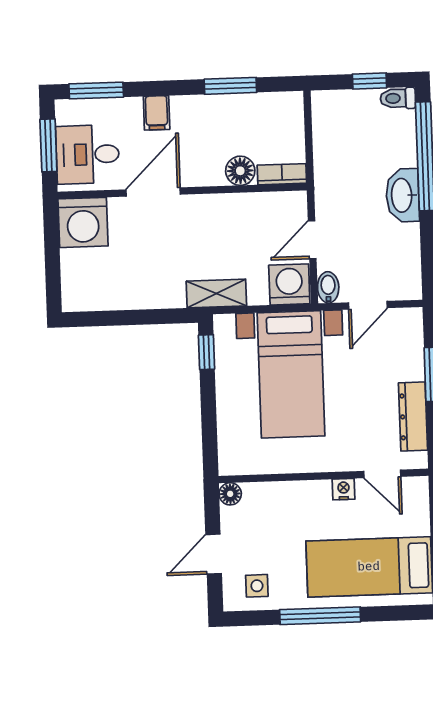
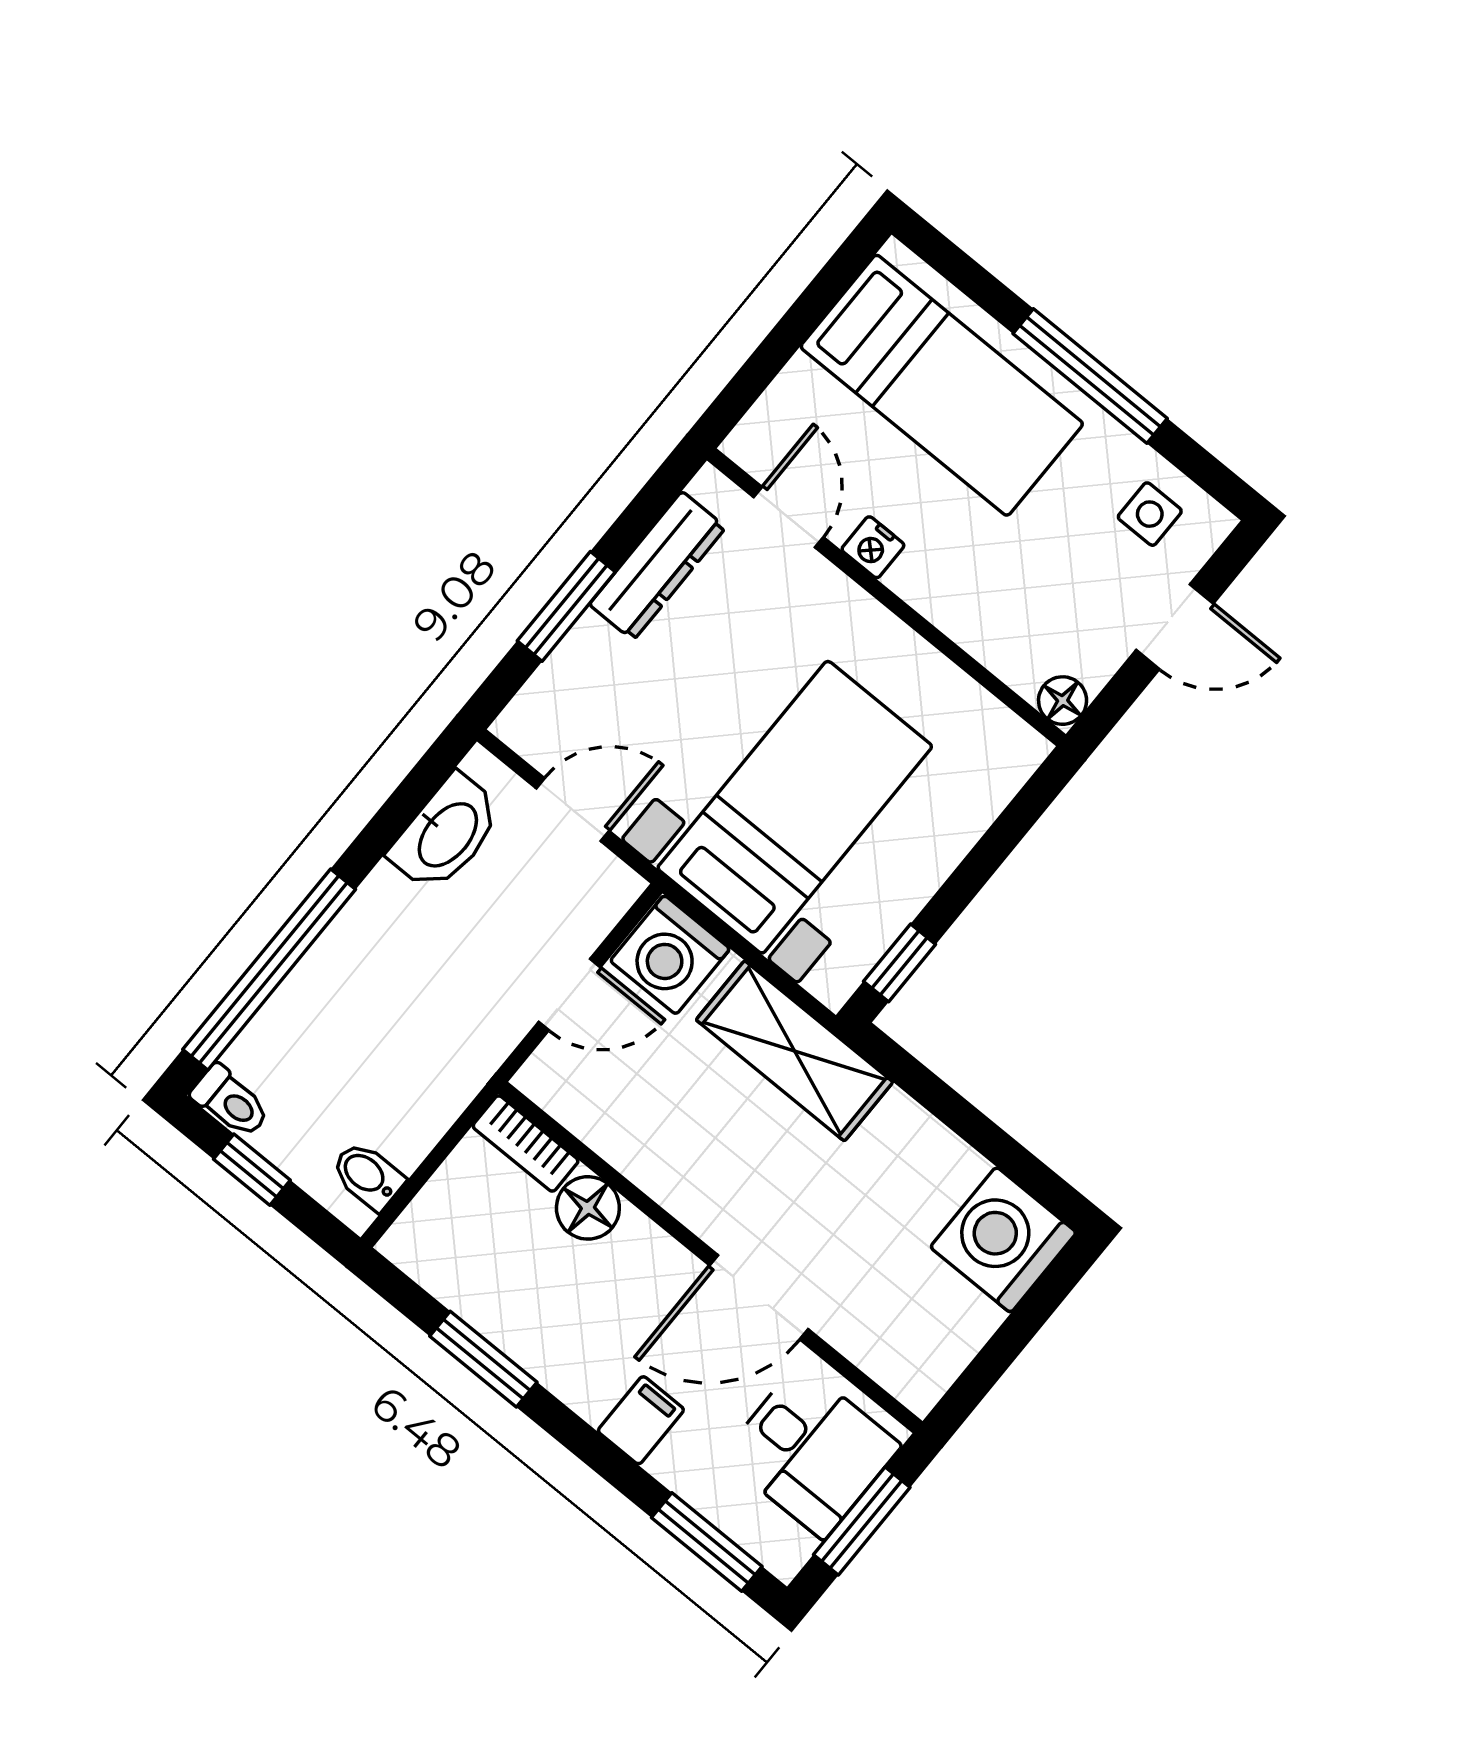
washbasin: (403, 195) -> (446, 833), moved
washing machine: (83, 222) -> (1003, 1240), moved, turned -90
bidet: (328, 287) -> (368, 1176), moved, turned 90
shelving: (216, 294) -> (794, 1051), width x1.50, depth x1.33

